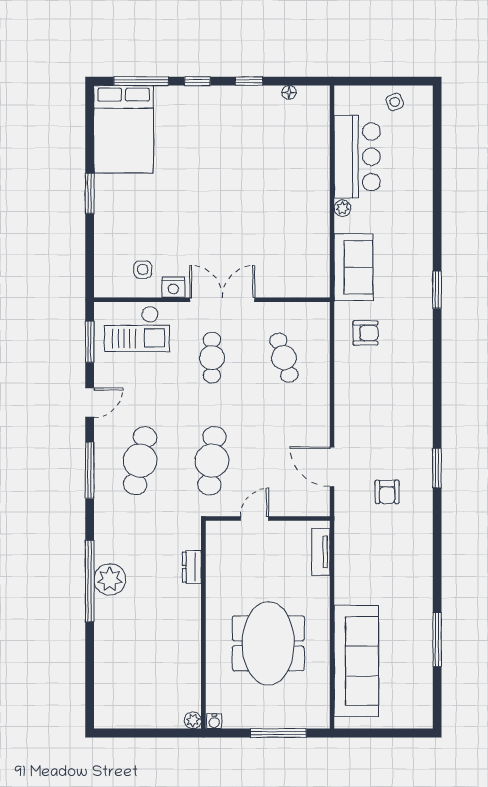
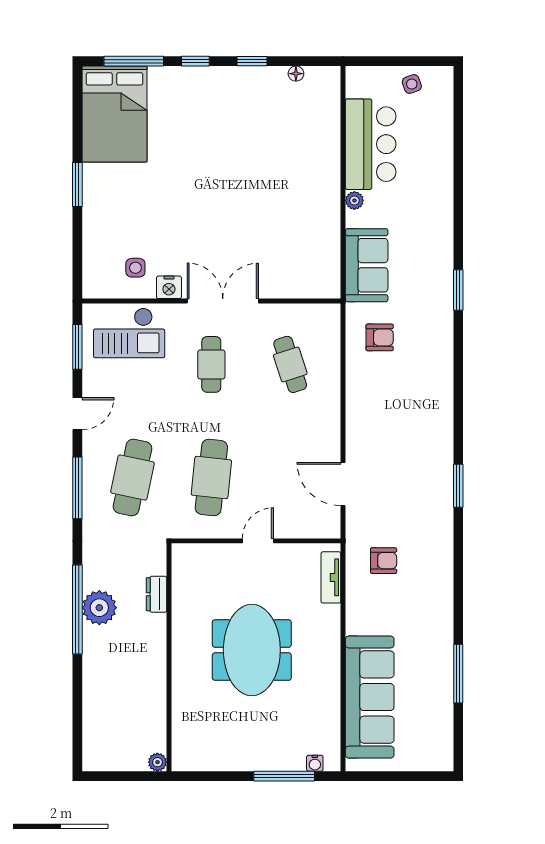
armchair: (387, 492) -> (384, 561), moved, turned -90
dresser: (192, 567) -> (157, 594), moved
wall: (203, 625) -> (169, 657), moved
meeting table: (268, 643) -> (252, 650), moved
plant: (193, 720) -> (157, 762), moved
water cooler: (214, 721) -> (315, 763), moved

